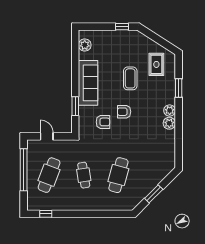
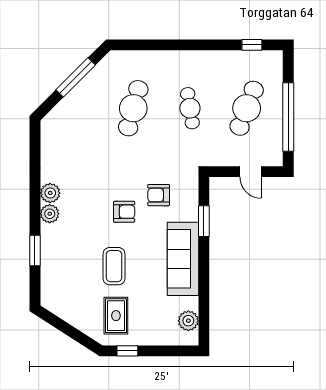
rug: (156, 64) -> (116, 316), moved
window: (154, 194) -> (76, 77), width x1.44

